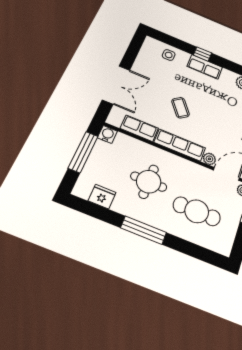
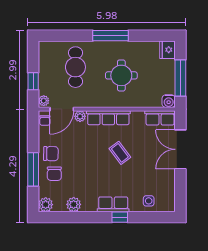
row of seats: (139, 128) -> (160, 118), moved
fridge: (102, 197) -> (167, 50), moved, turned 90
cafe table: (197, 211) -> (75, 67), turned 90

